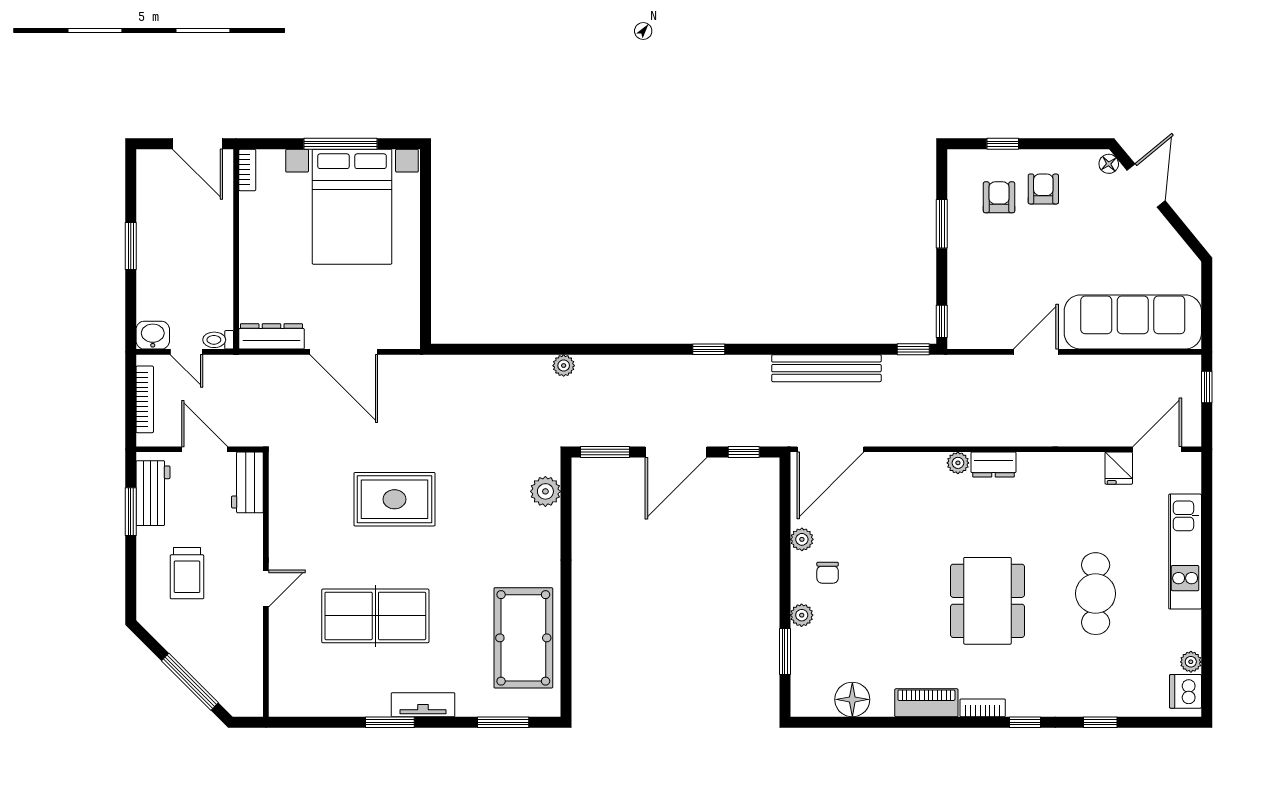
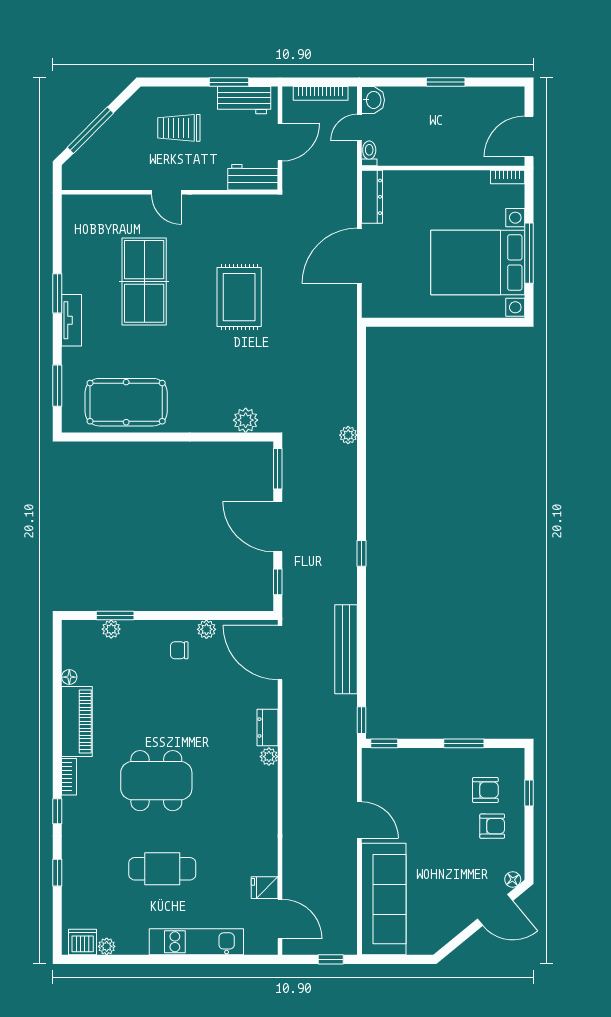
dresser: (993, 465) -> (267, 728), moved
plant: (802, 615) -> (111, 629), moved
floor lamp: (852, 699) -> (69, 677), width x0.53, depth x0.53
piano: (926, 703) -> (77, 721), width x1.37, depth x1.33

